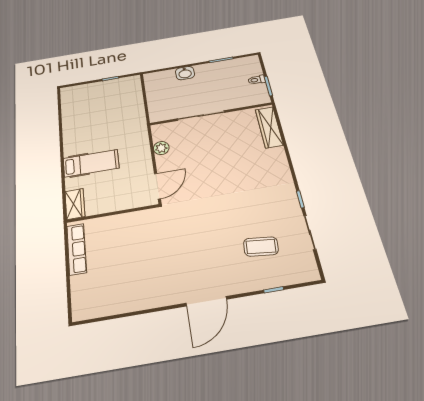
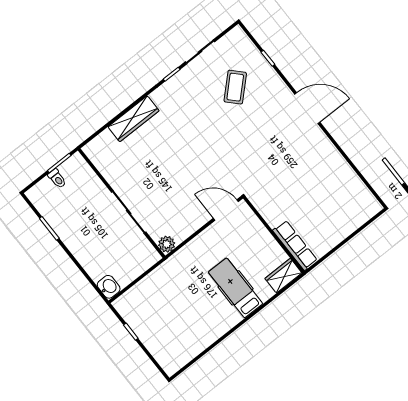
washbasin: (185, 73) -> (109, 287), moved
wardrobe: (269, 127) -> (134, 119), moved
plant: (161, 148) -> (167, 244), moved
coffee table: (261, 246) -> (235, 87), turned 40
row of seats: (77, 249) -> (295, 245), moved, turned 90

